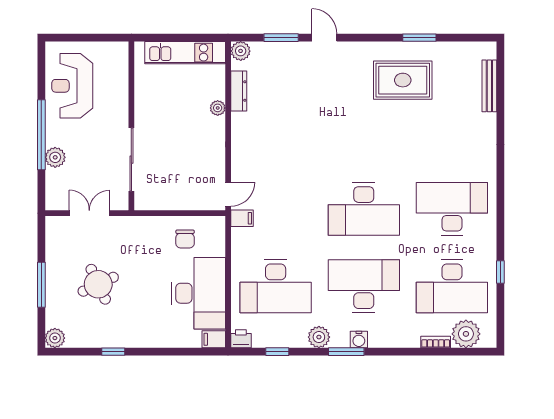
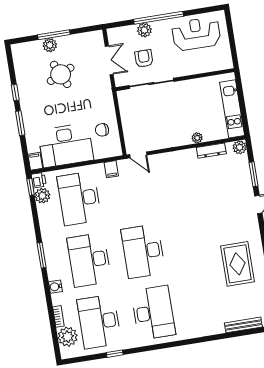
armchair: (95, 164) -> (144, 58), added
filing cabinet: (242, 218) -> (111, 169), moved
desk: (364, 286) -> (89, 260), turned 180
plant: (319, 337) -> (42, 196), moved
plant: (55, 338) -> (50, 45), moved
water cooler: (359, 339) -> (55, 287), moved
window: (157, 352) -> (20, 123), added
window: (277, 352) -> (31, 187), moved

